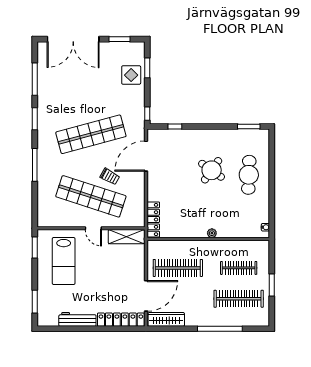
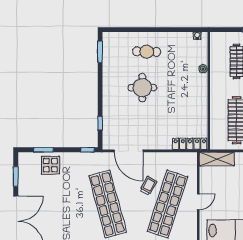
round table: (212, 170) -> (142, 88), turned -35
cafe table: (249, 175) -> (147, 52), width x0.73, depth x0.74
plant: (212, 233) -> (203, 69), moved
shelving: (126, 237) -> (217, 159), moved, turned 90

